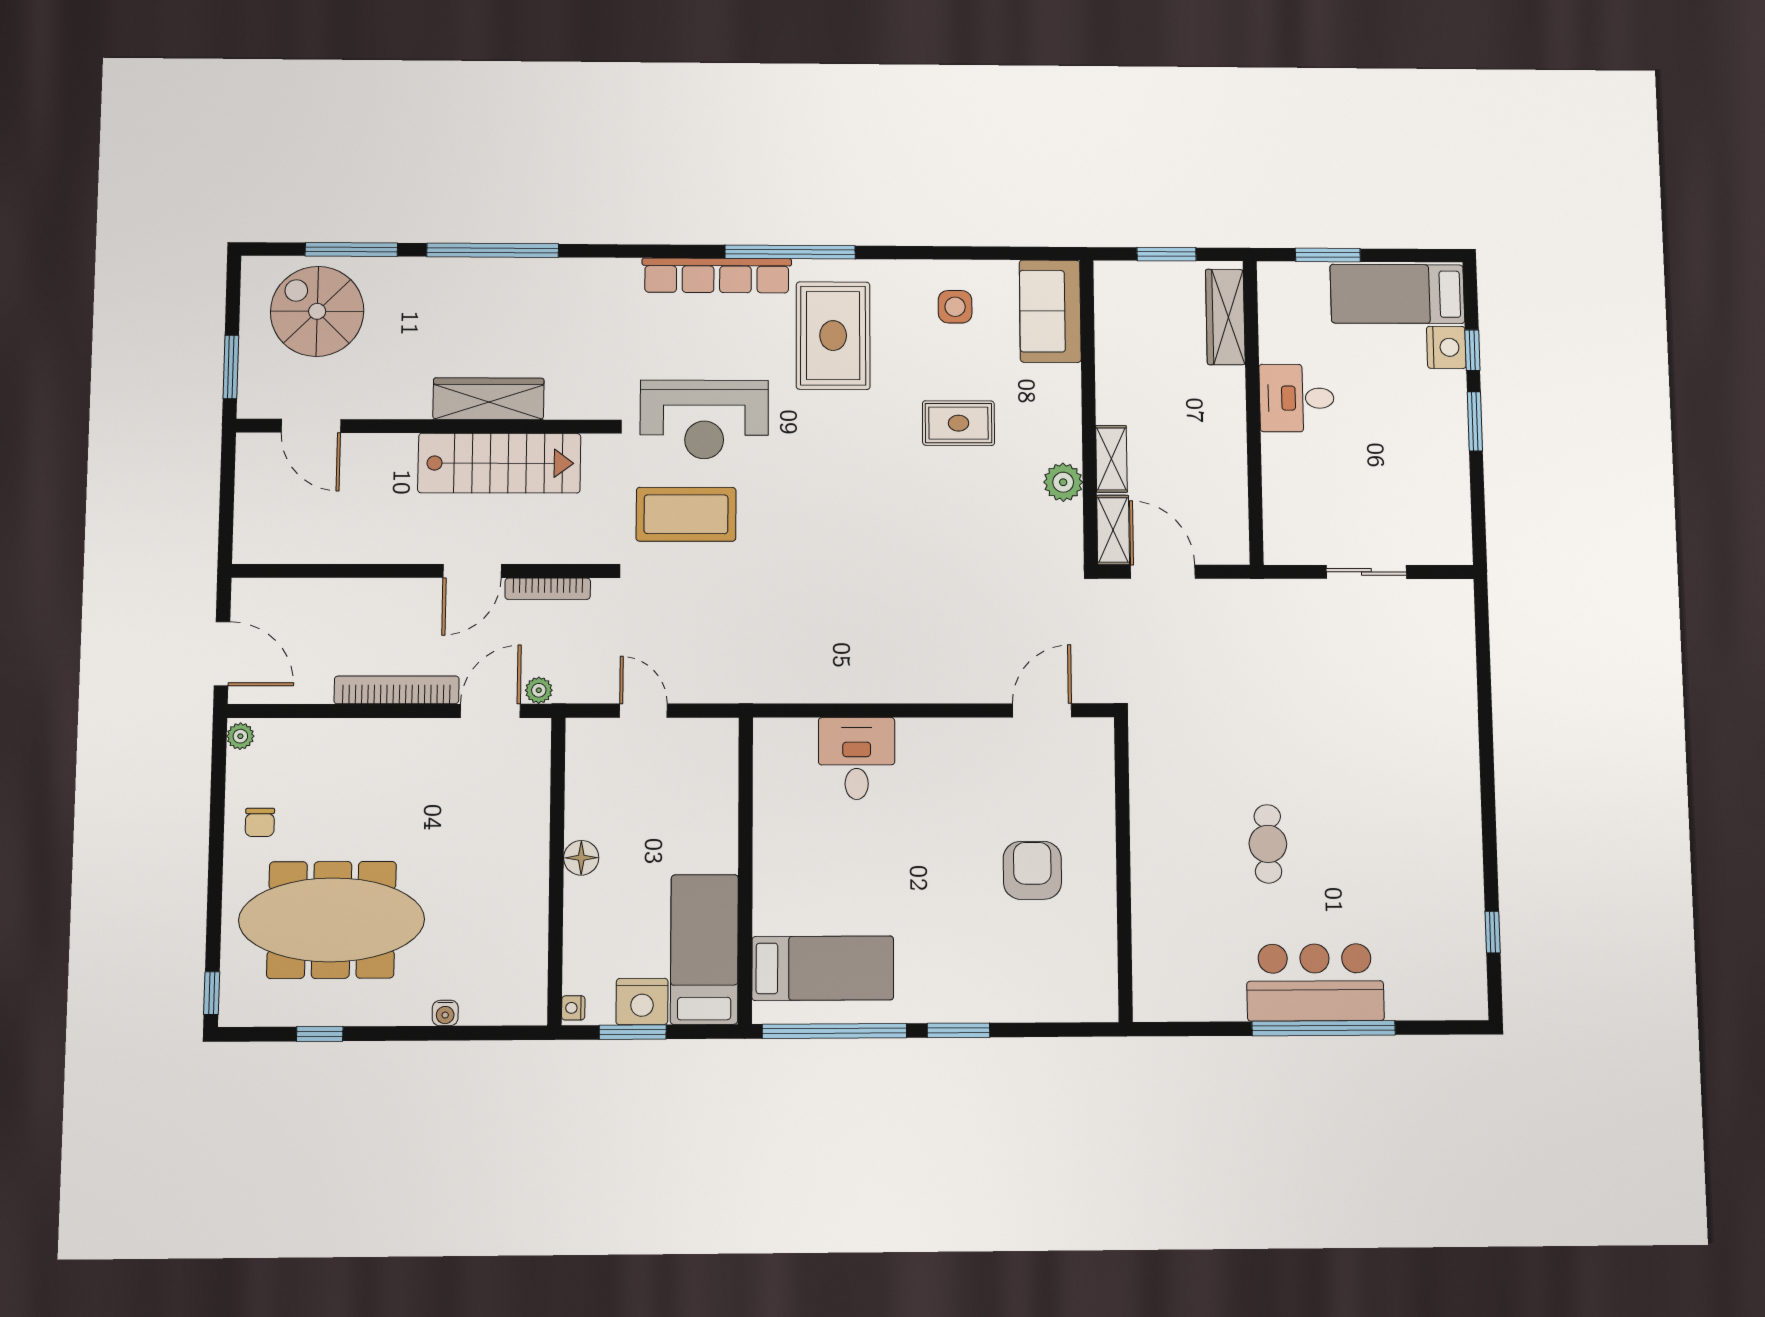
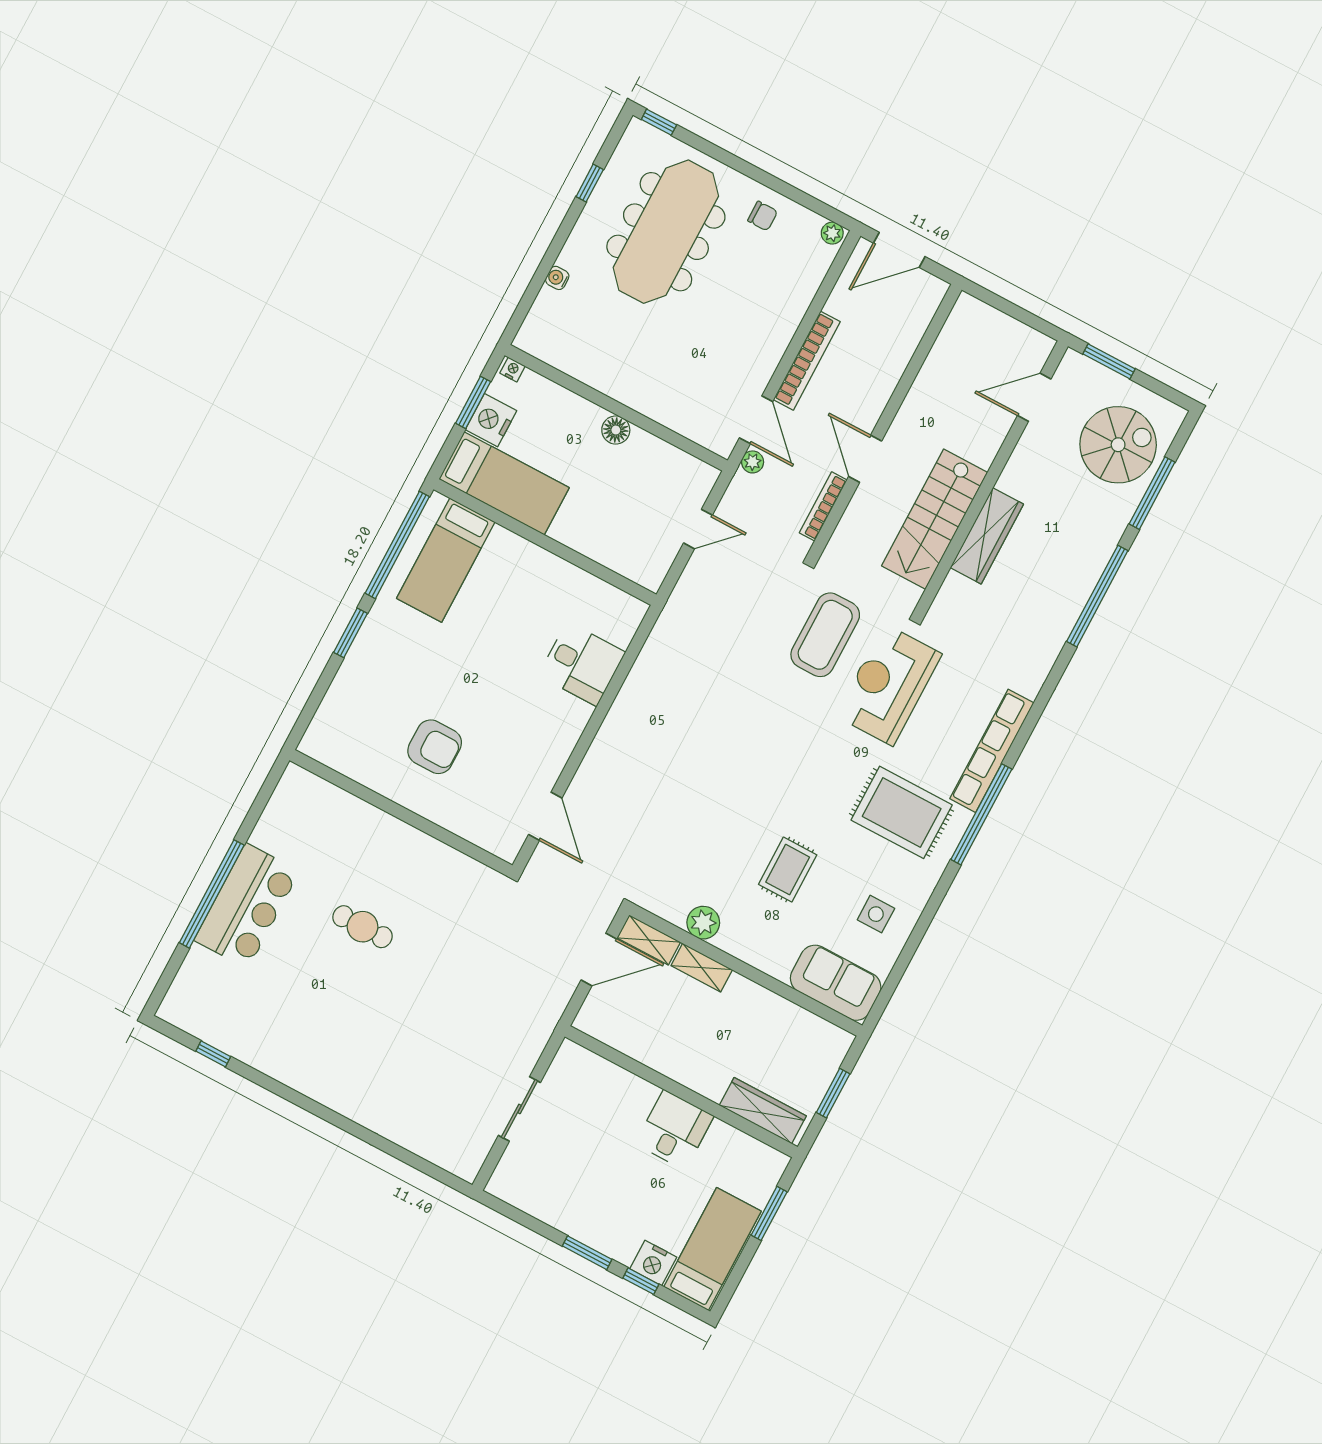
chair: (260, 822) -> (763, 216), turned 180

